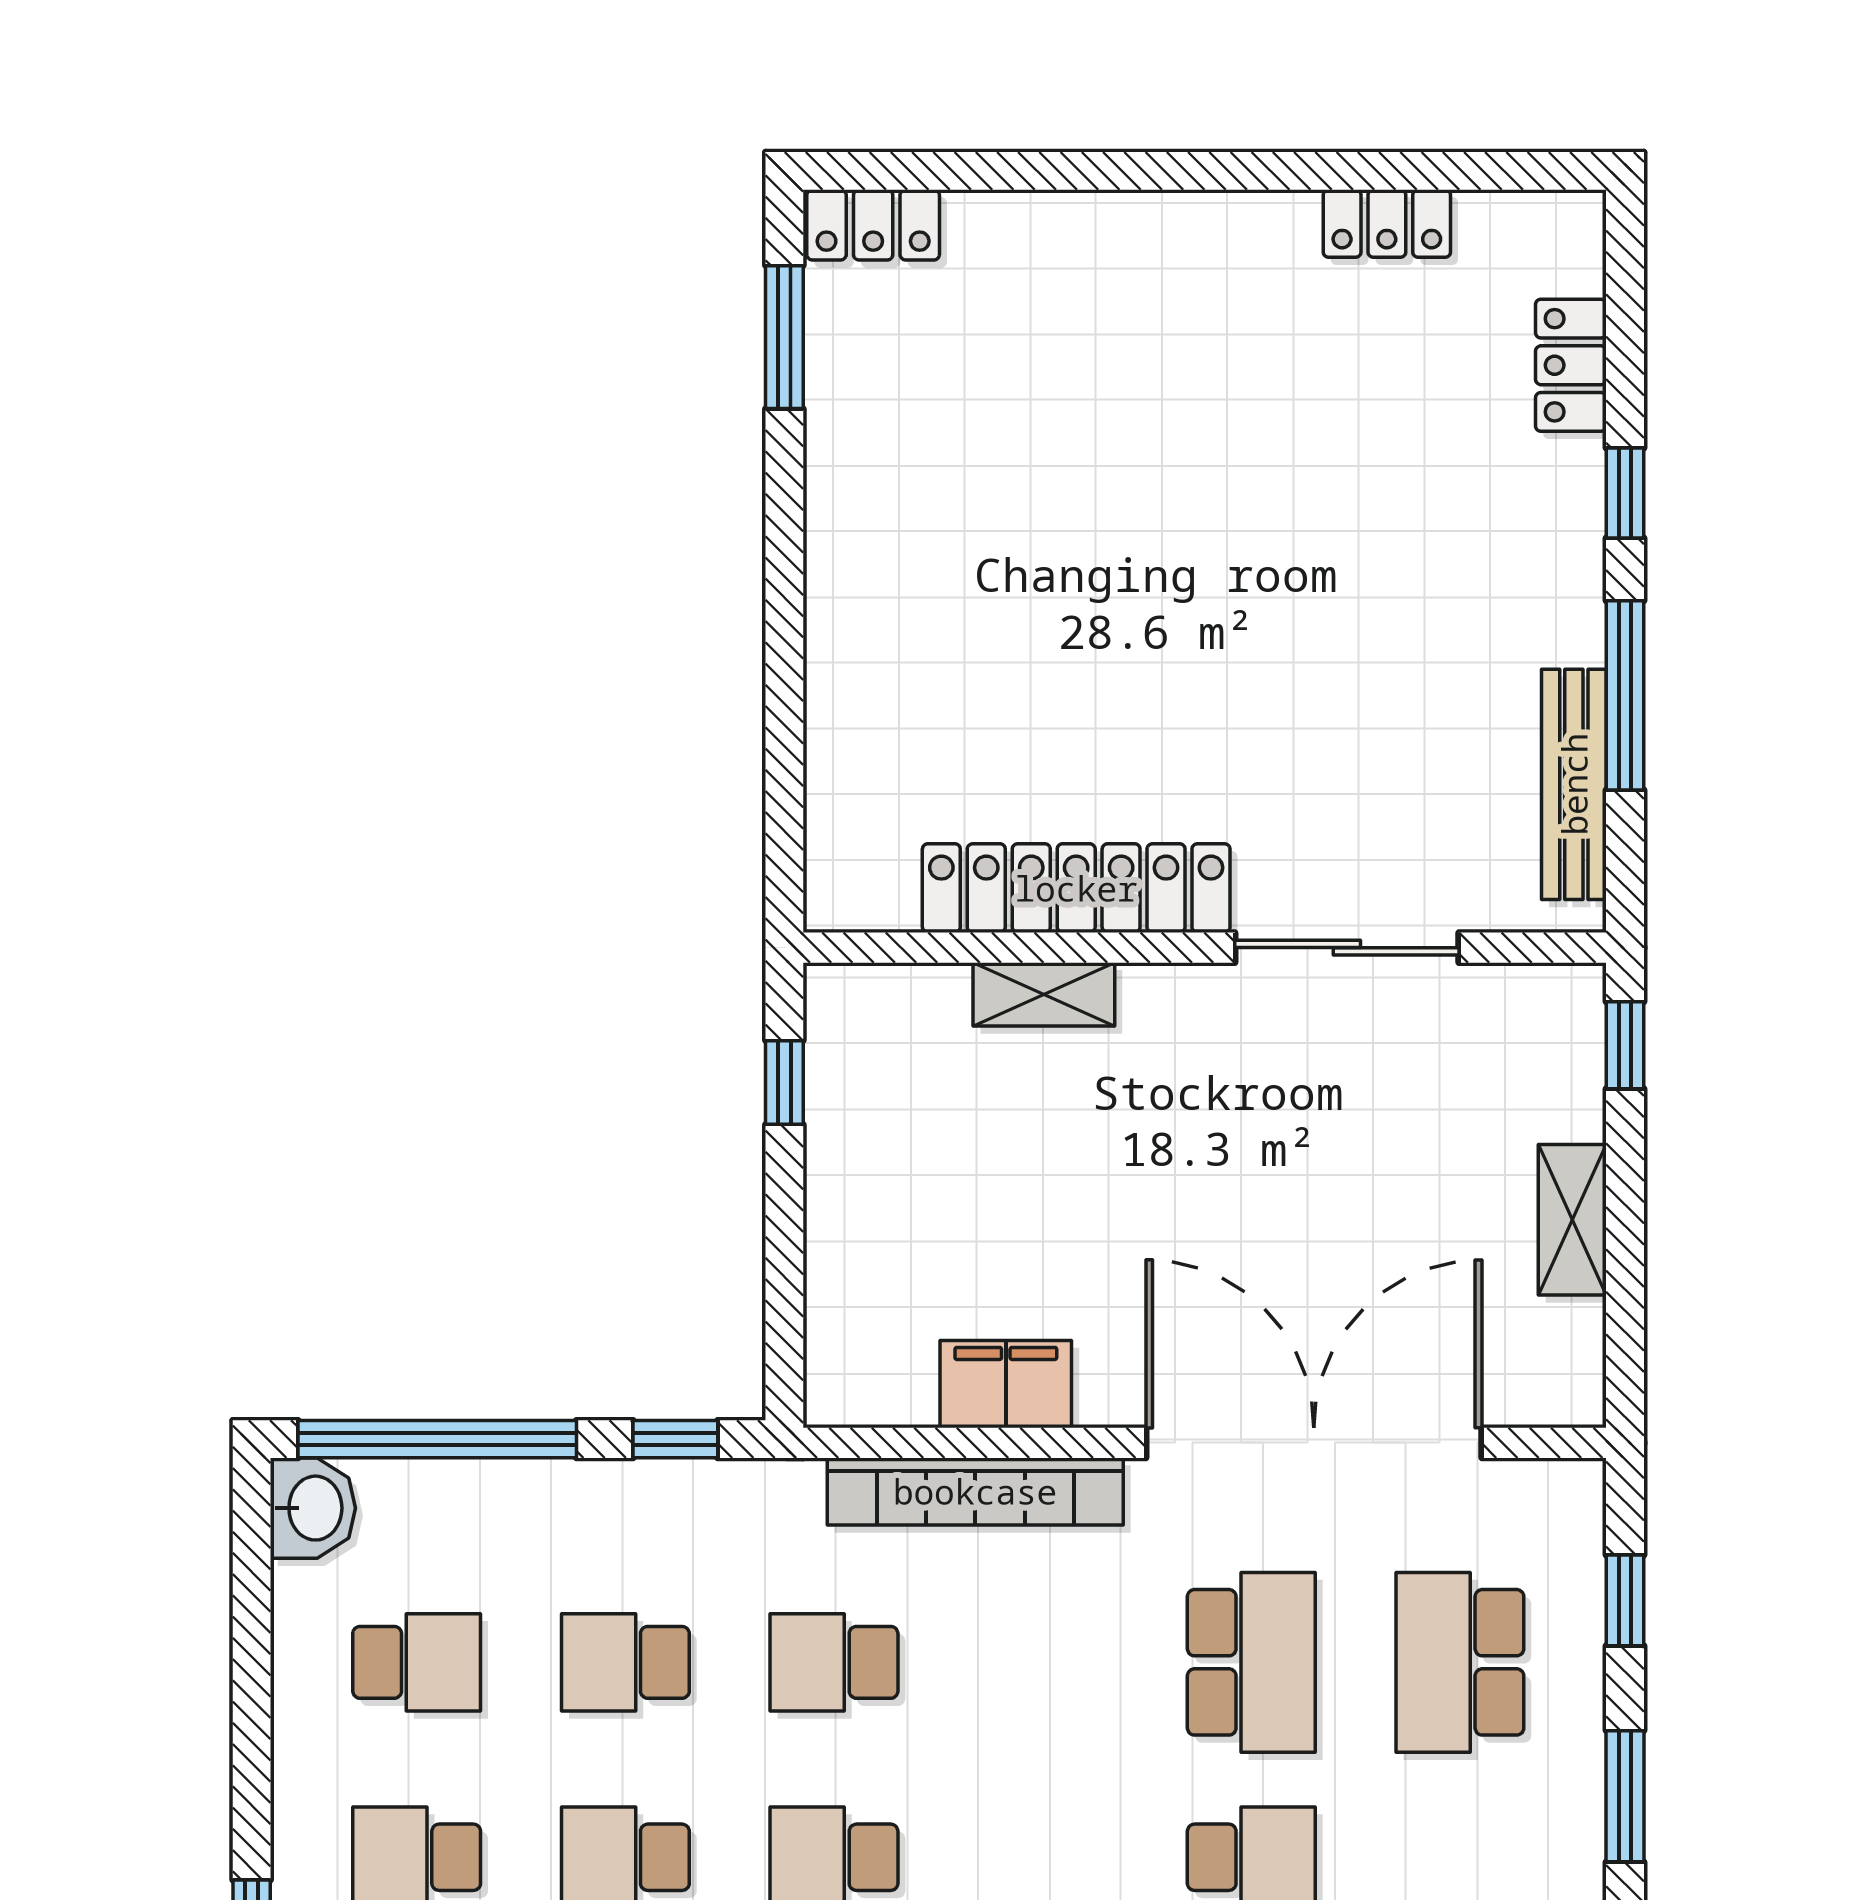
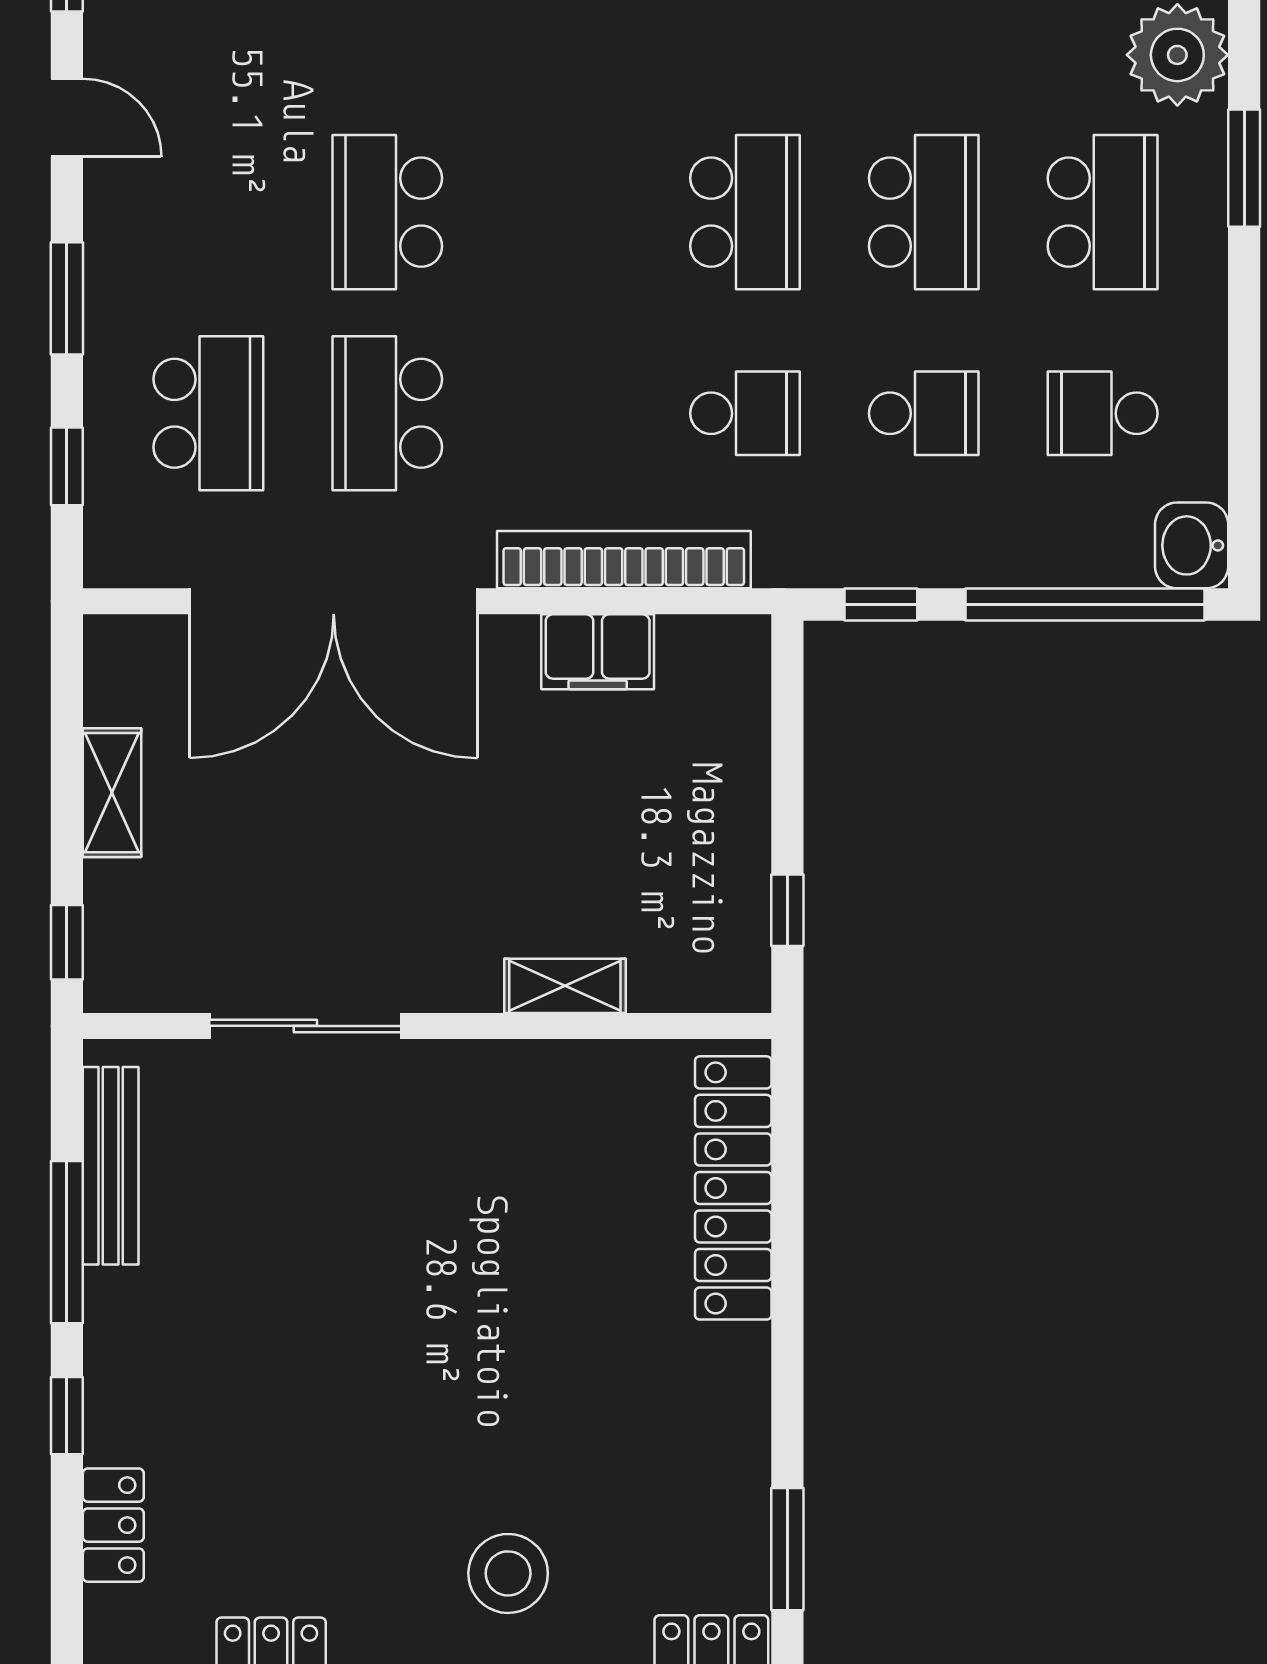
stool: (1110, 309) -> (508, 1573), added
locker: (1076, 888) -> (733, 1188), moved, turned 90

